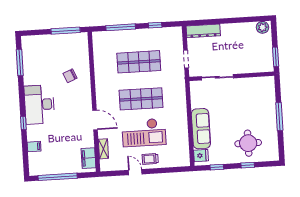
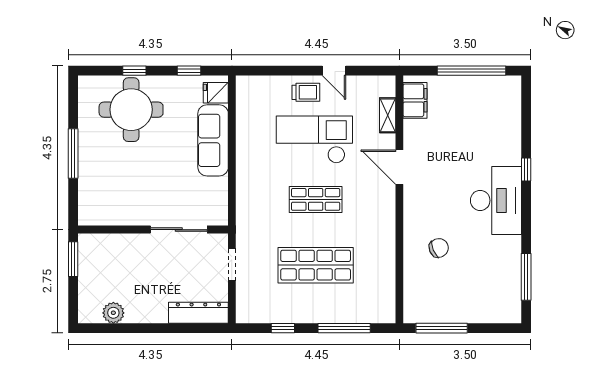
plant: (263, 27) -> (113, 313), moved
shop shelf: (141, 99) -> (316, 199), width x0.70, depth x0.74
round table: (248, 143) -> (131, 110), width x1.36, depth x1.36
filing cabinet: (34, 147) -> (510, 127), removed

